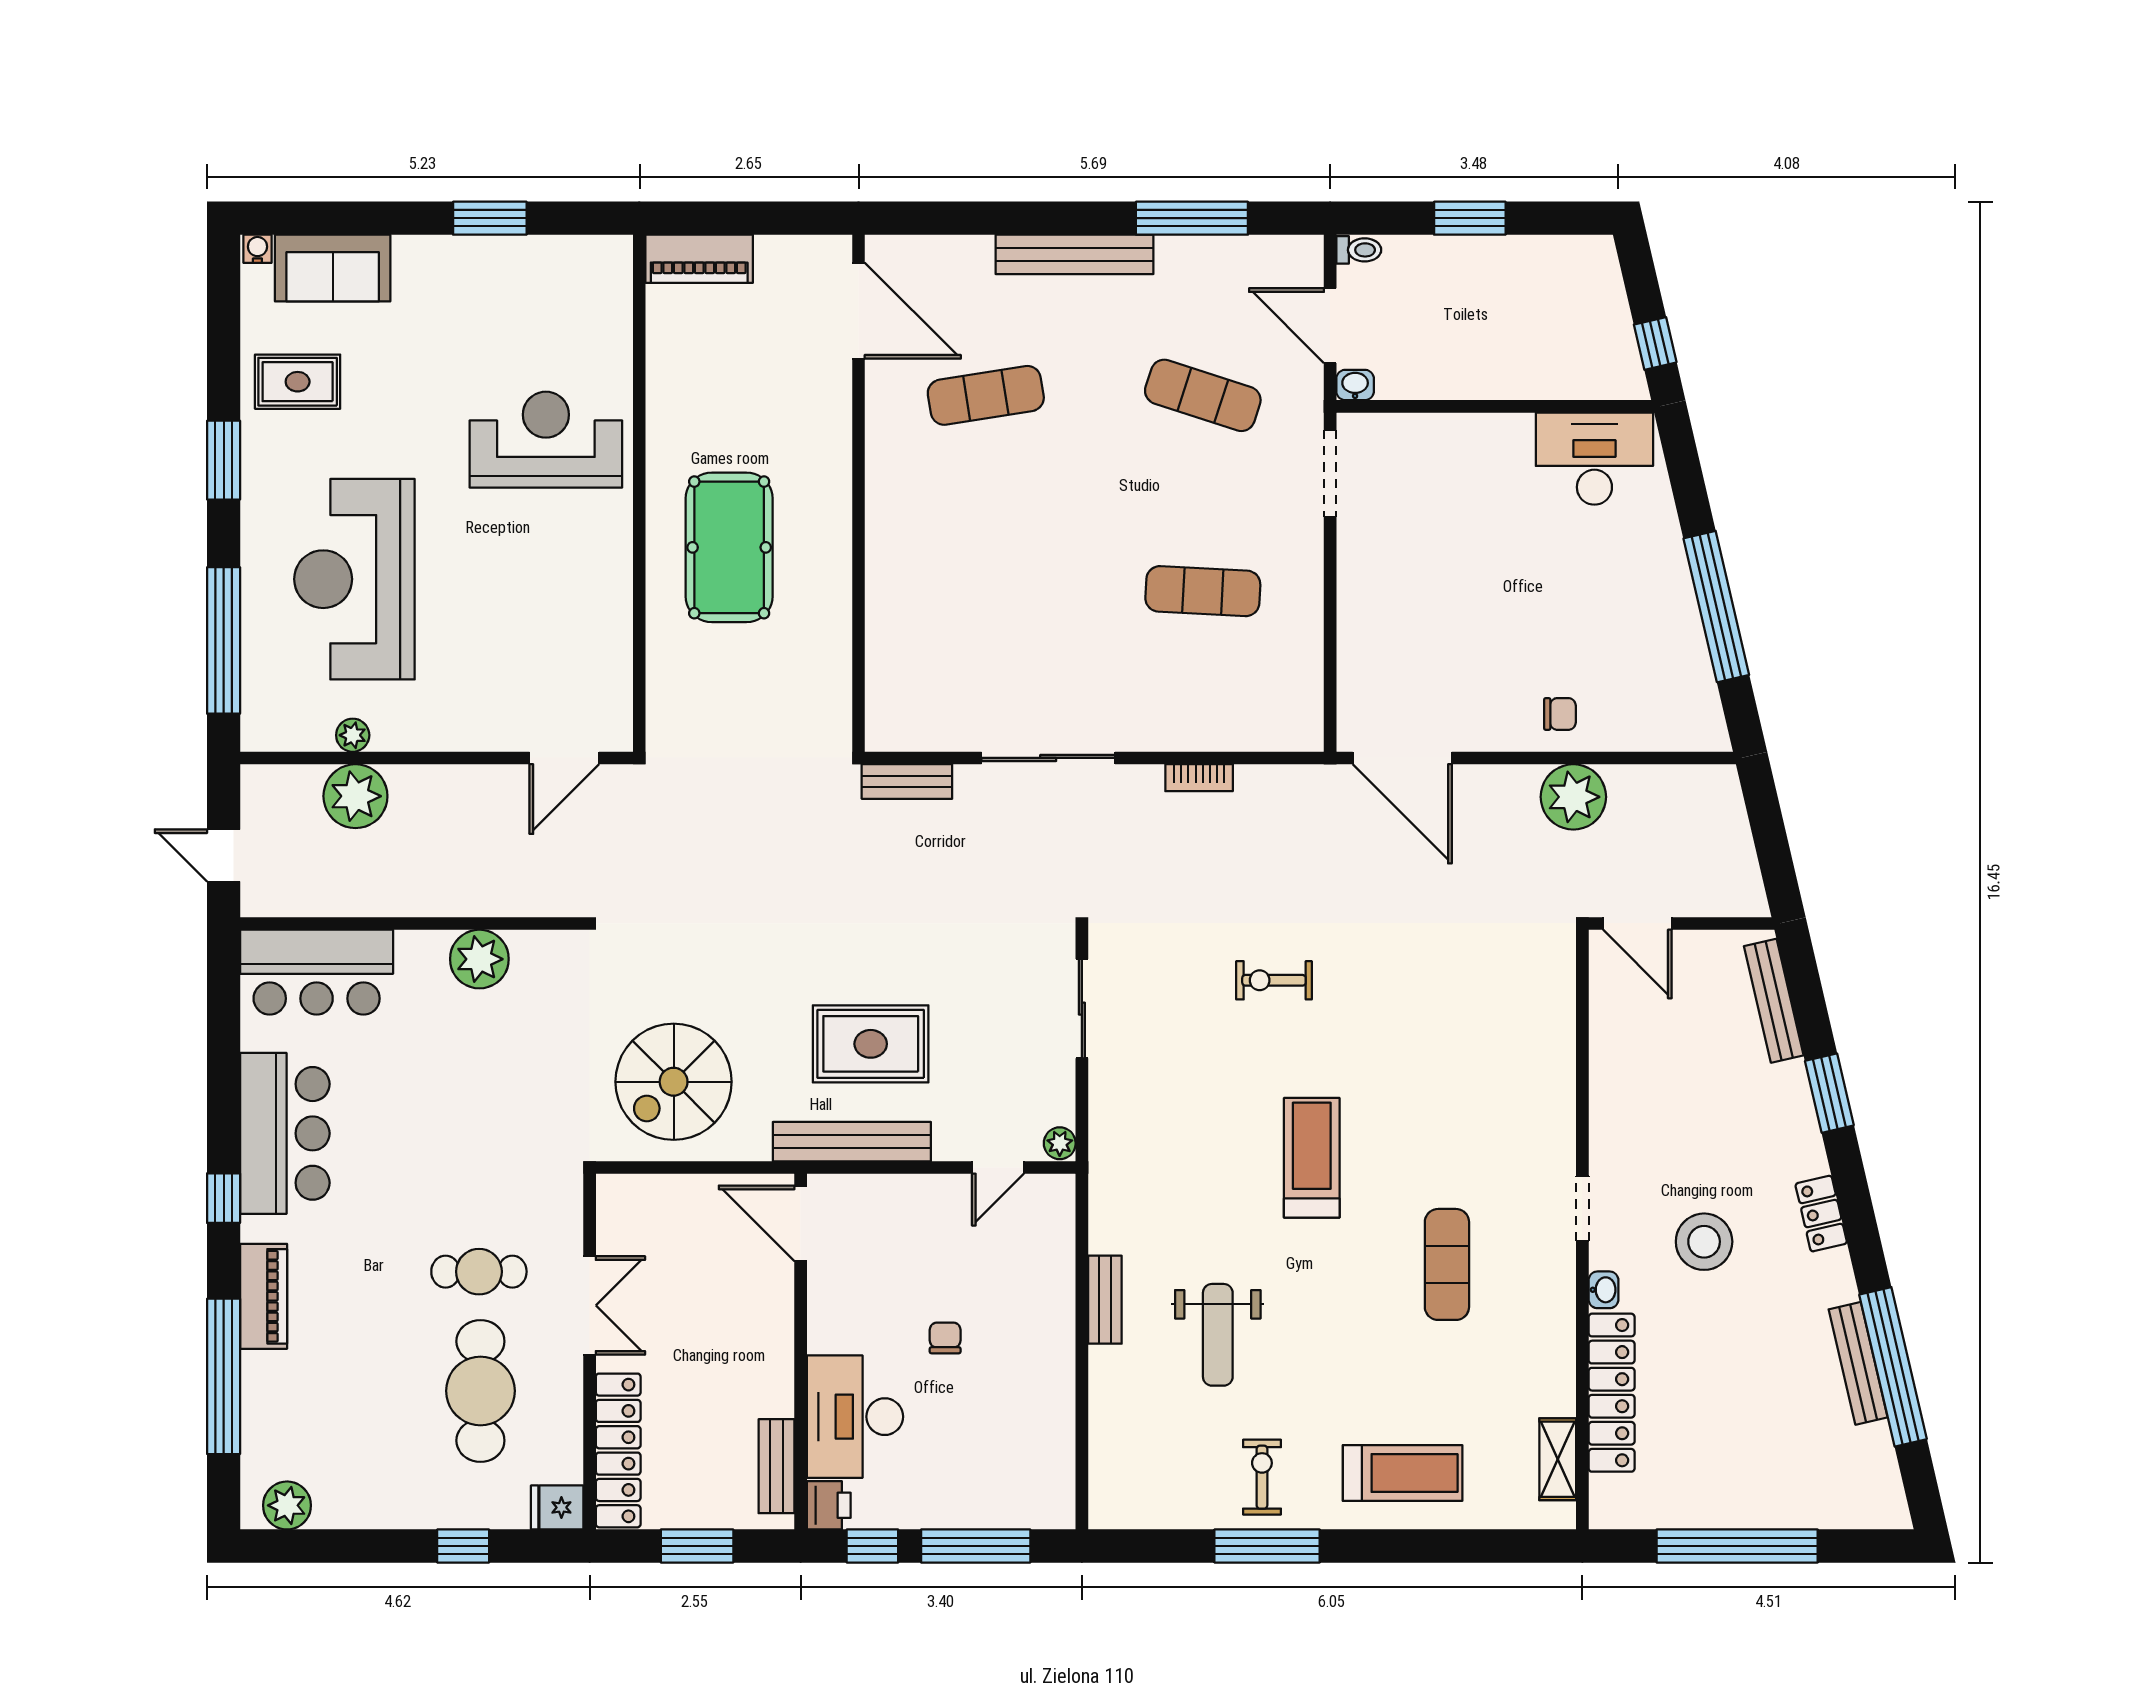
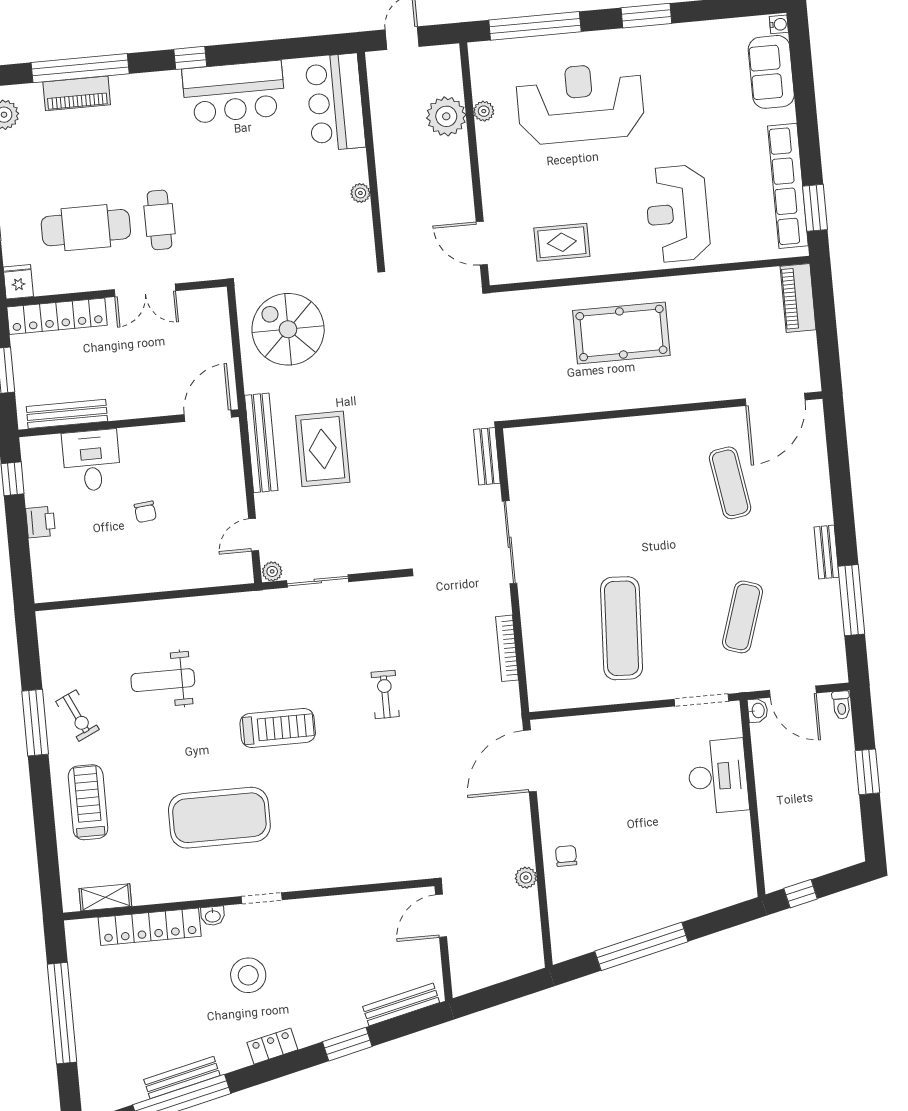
window: (490, 218) -> (815, 208), moved
bench: (1075, 254) -> (827, 552), width x0.54, depth x0.82
row of seats: (518, 258) -> (788, 186), added
door: (1330, 326) -> (793, 692), swing flipped
rug: (298, 382) -> (562, 242), moved, turned 90
reception desk: (546, 440) -> (678, 214), turned 180
desk: (1594, 459) -> (718, 776), moved
exercise mat: (1203, 591) -> (622, 628), width x1.36, depth x1.45
chair: (1560, 714) -> (566, 856), turned 180
bookcase: (1199, 778) -> (507, 648), width x1.56
plant: (1573, 797) -> (526, 878), width x0.53, depth x0.53
plant: (479, 959) -> (360, 193), width x0.53, depth x0.53
sliding door: (1082, 1009) -> (318, 581), moved
door: (998, 1168) -> (254, 535), hinge flipped
exercise mat: (1447, 1264) -> (219, 818), width x2.00, depth x1.45
piano: (264, 1296) -> (77, 93), moved
bench: (1105, 1300) -> (178, 608), removed
chair: (945, 1338) -> (145, 512), turned 84
desk: (855, 1417) -> (91, 461), width x0.73
bench: (776, 1466) -> (67, 414), width x1.36
treadmill: (1403, 1473) -> (88, 802), turned 180
exercise bike: (1262, 1477) -> (77, 716), turned 65
printer: (829, 1505) -> (41, 522), moved, turned -90
window: (976, 1546) -> (18, 543), removed

